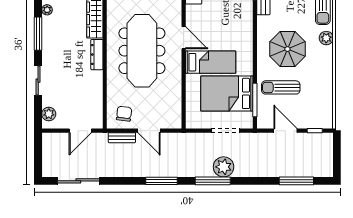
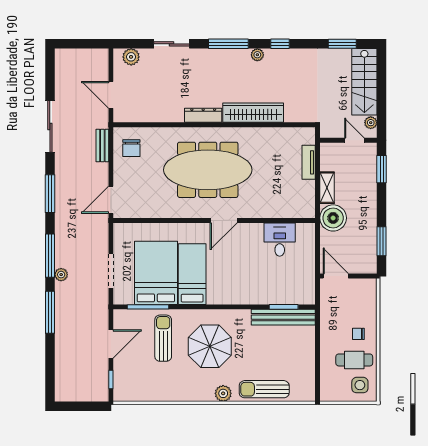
bed: (211, 62) -> (192, 274), moved, turned 180
chair: (124, 114) -> (131, 148), turned 83
door: (149, 131) -> (111, 200), moved
plant: (224, 167) -> (61, 275), width x0.53, depth x0.53
sliding door: (78, 181) -> (50, 126), moved
window: (296, 181) -> (50, 312), moved

